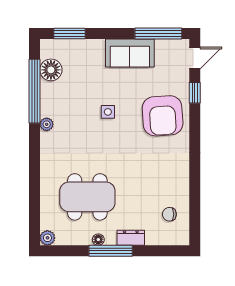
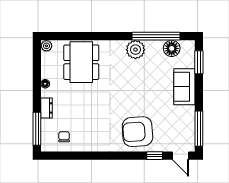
sofa: (130, 53) -> (184, 87), moved
side table: (108, 112) -> (140, 91), removed
plant: (47, 124) -> (135, 50), width x1.87, depth x1.87
dining table: (87, 197) -> (81, 62), moved
window: (111, 251) -> (37, 129), moved

